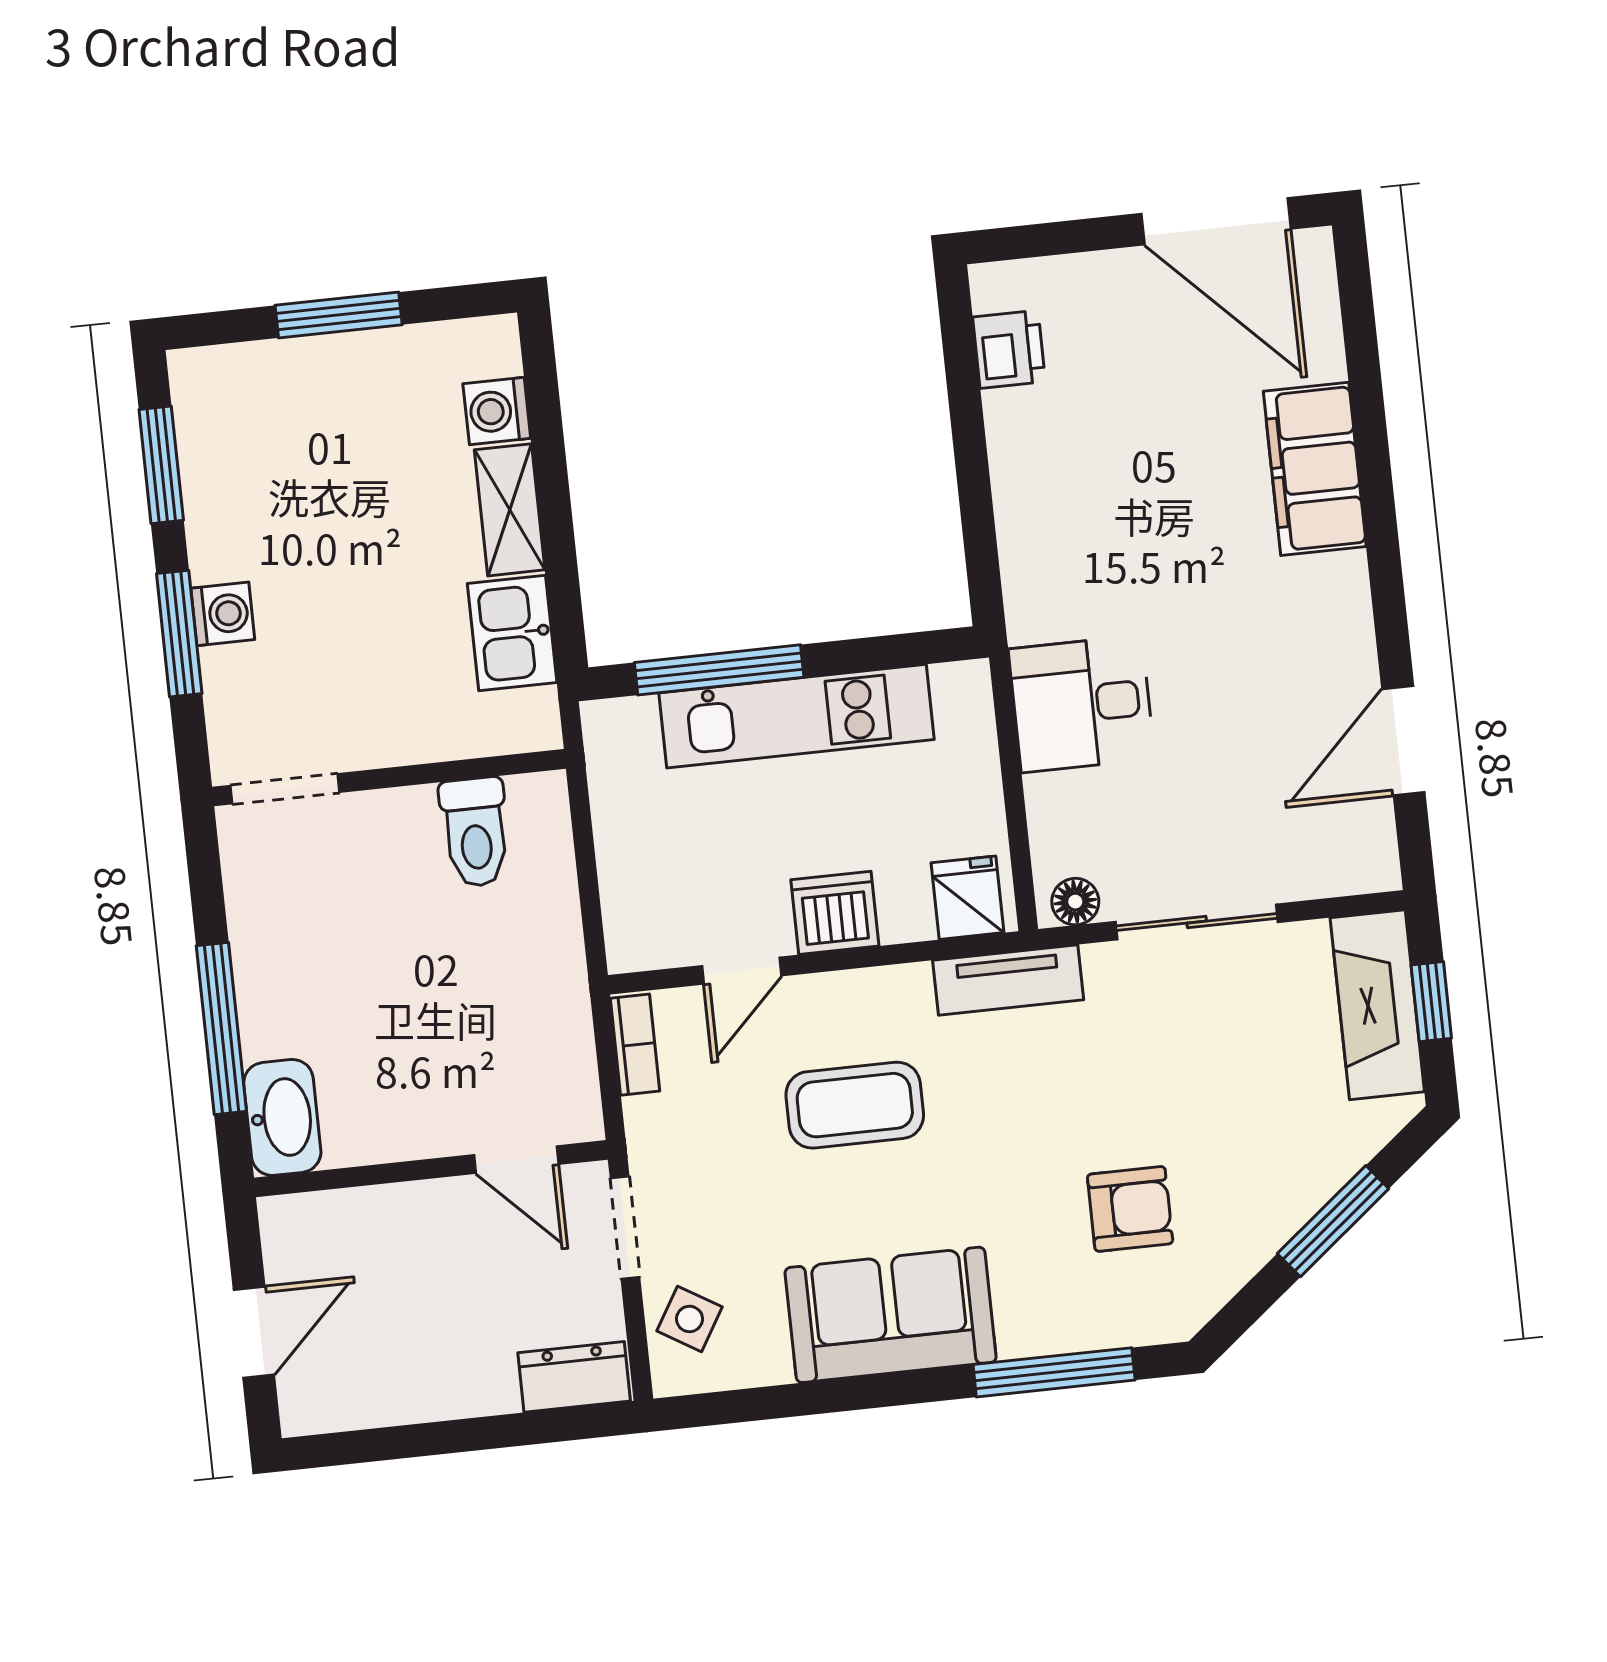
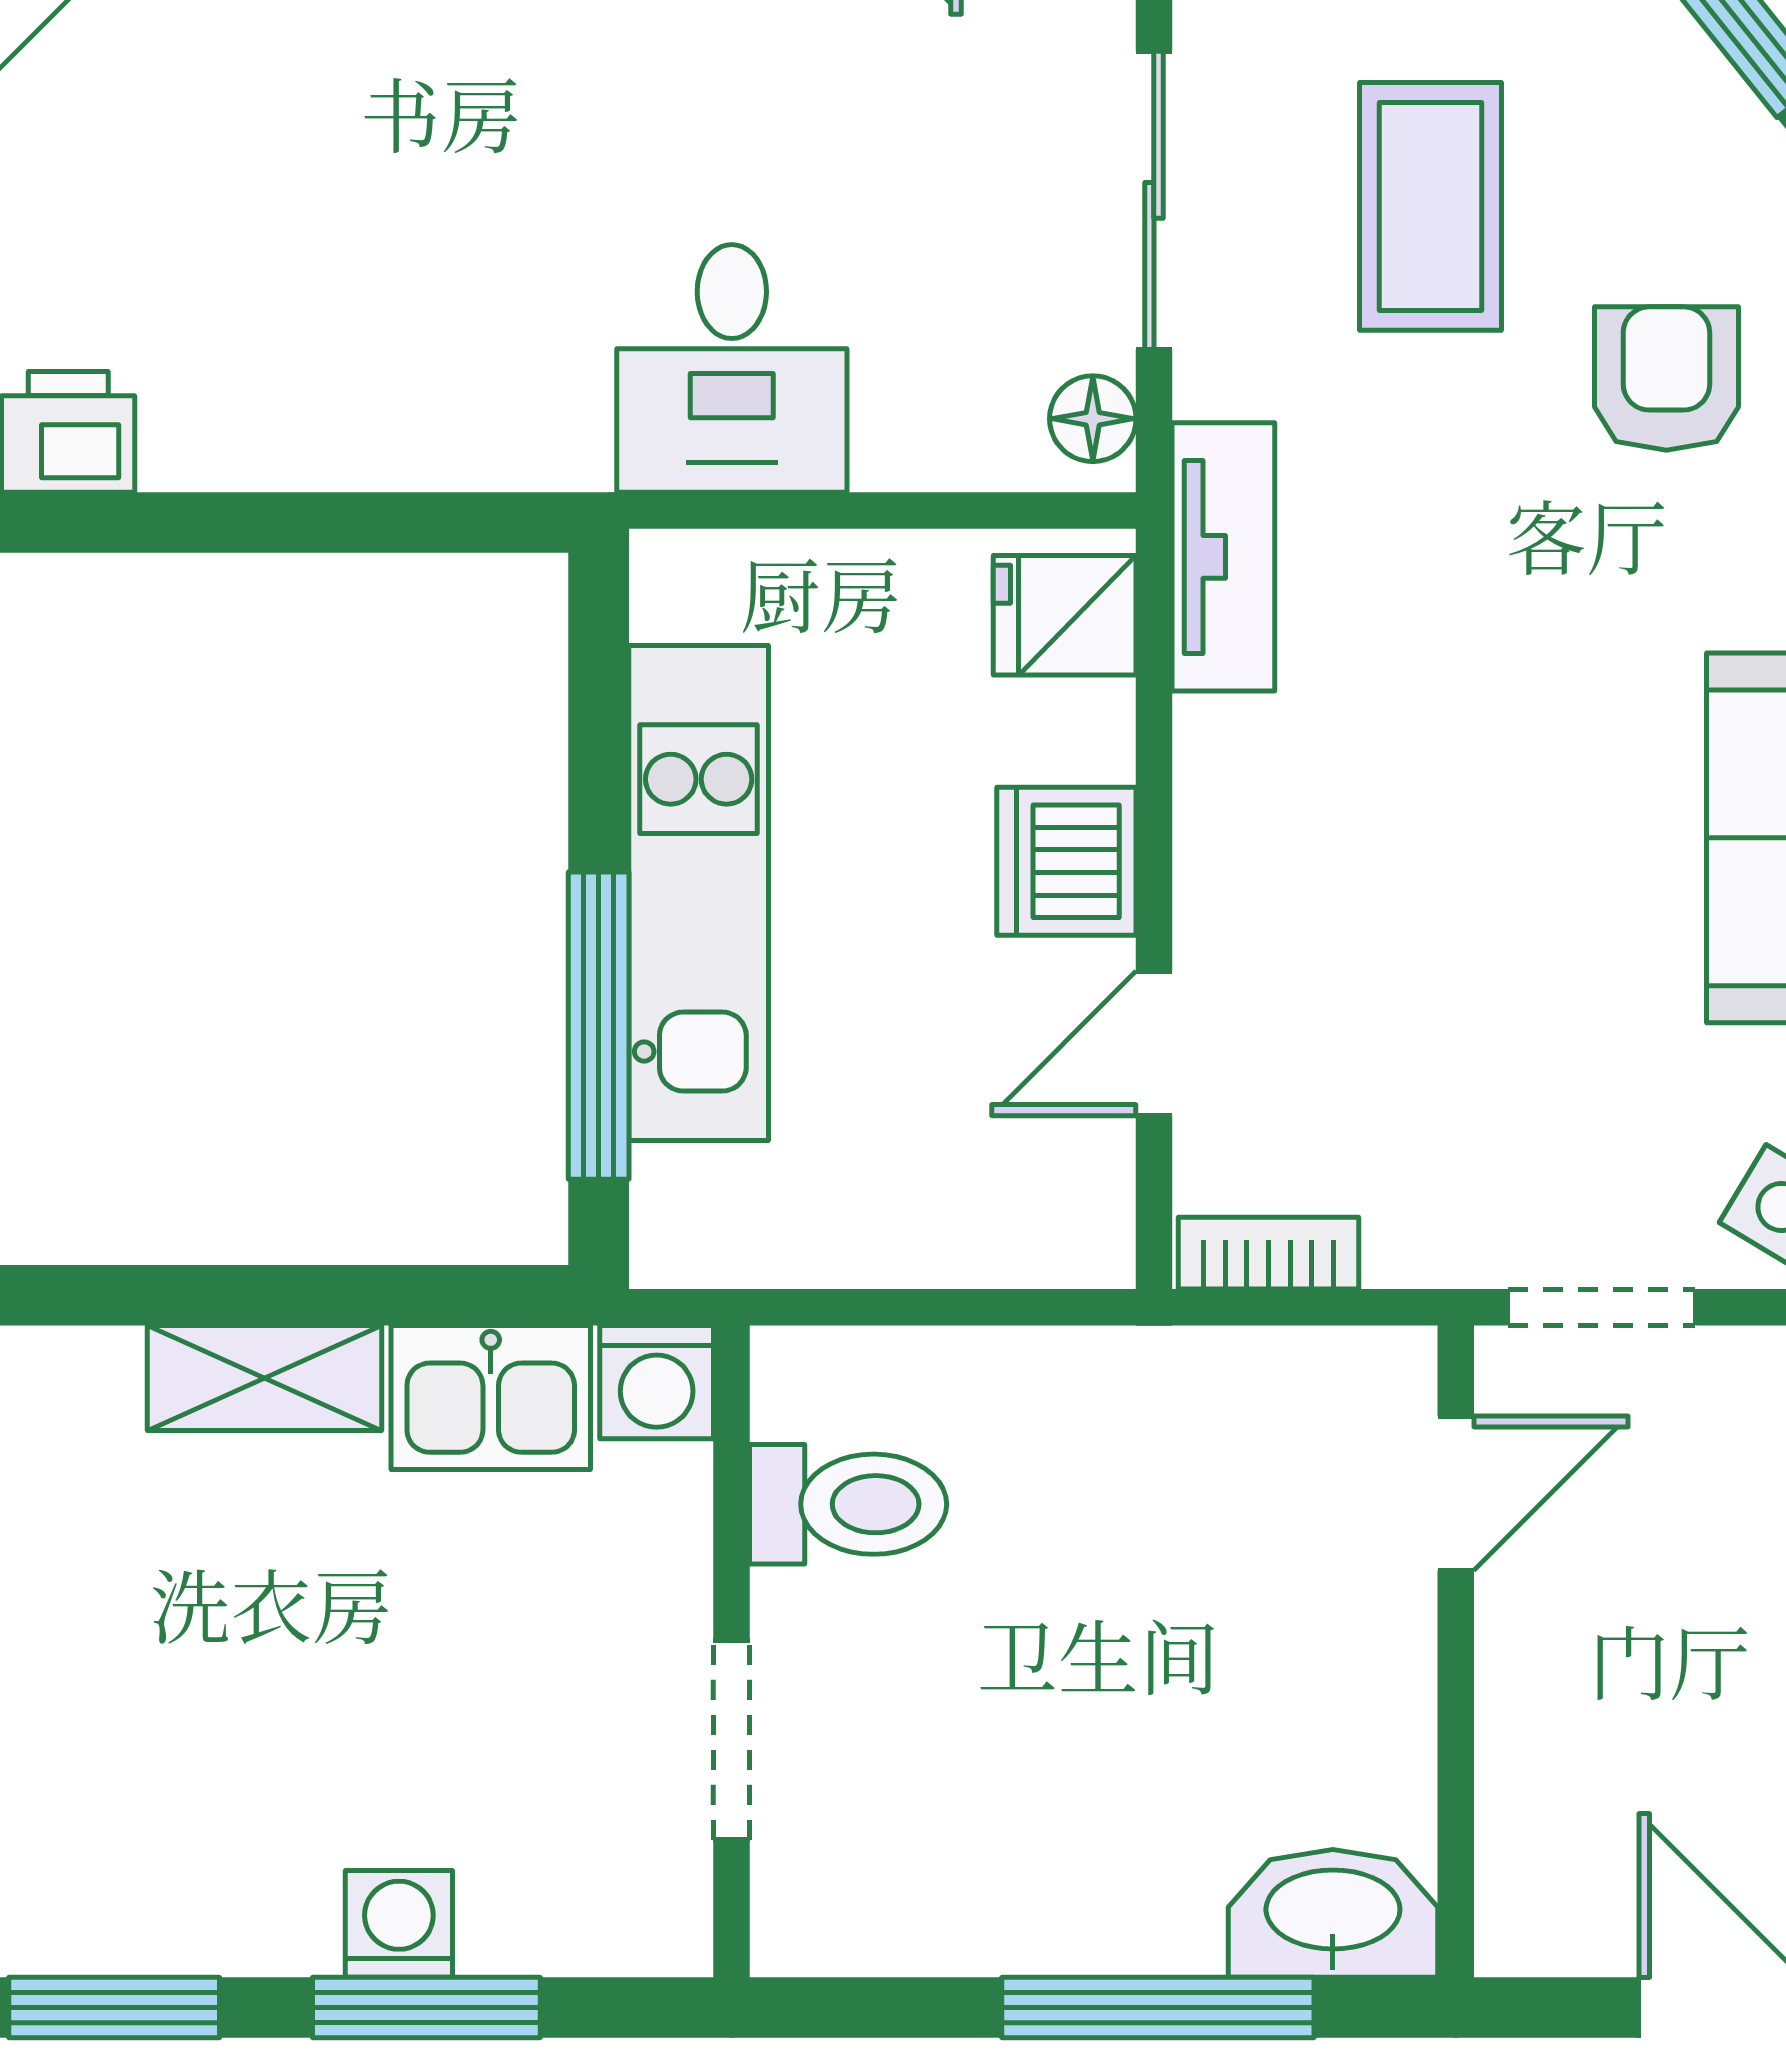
washing machine: (497, 411) -> (657, 1382), moved
doorway: (285, 789) -> (731, 1740), moved
door: (742, 971) -> (1154, 1043), swing flipped
coffee table: (855, 1105) -> (1431, 206), moved

